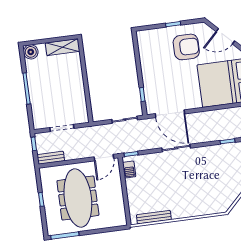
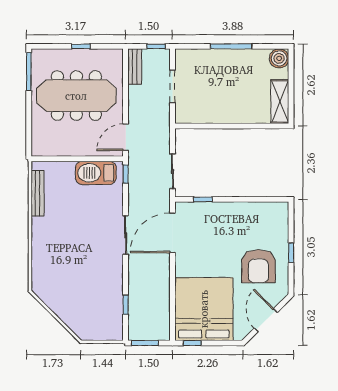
door: (104, 158) -> (126, 137), hinge flipped
barbecue: (129, 169) -> (96, 173), width x1.88, depth x1.53

